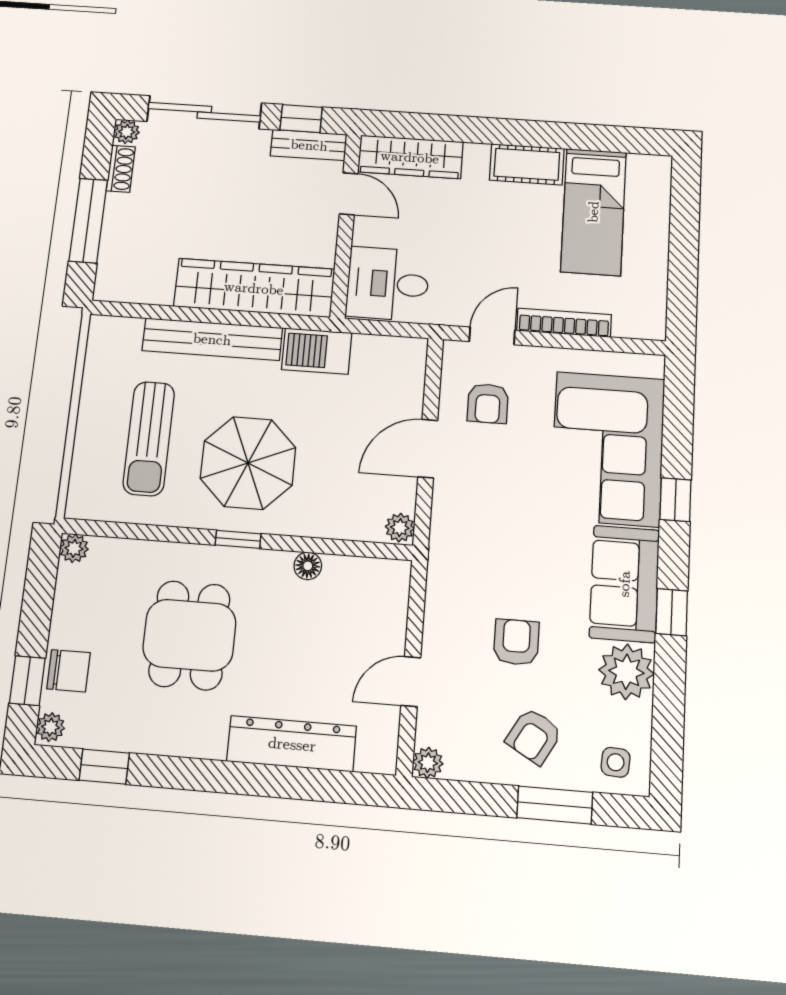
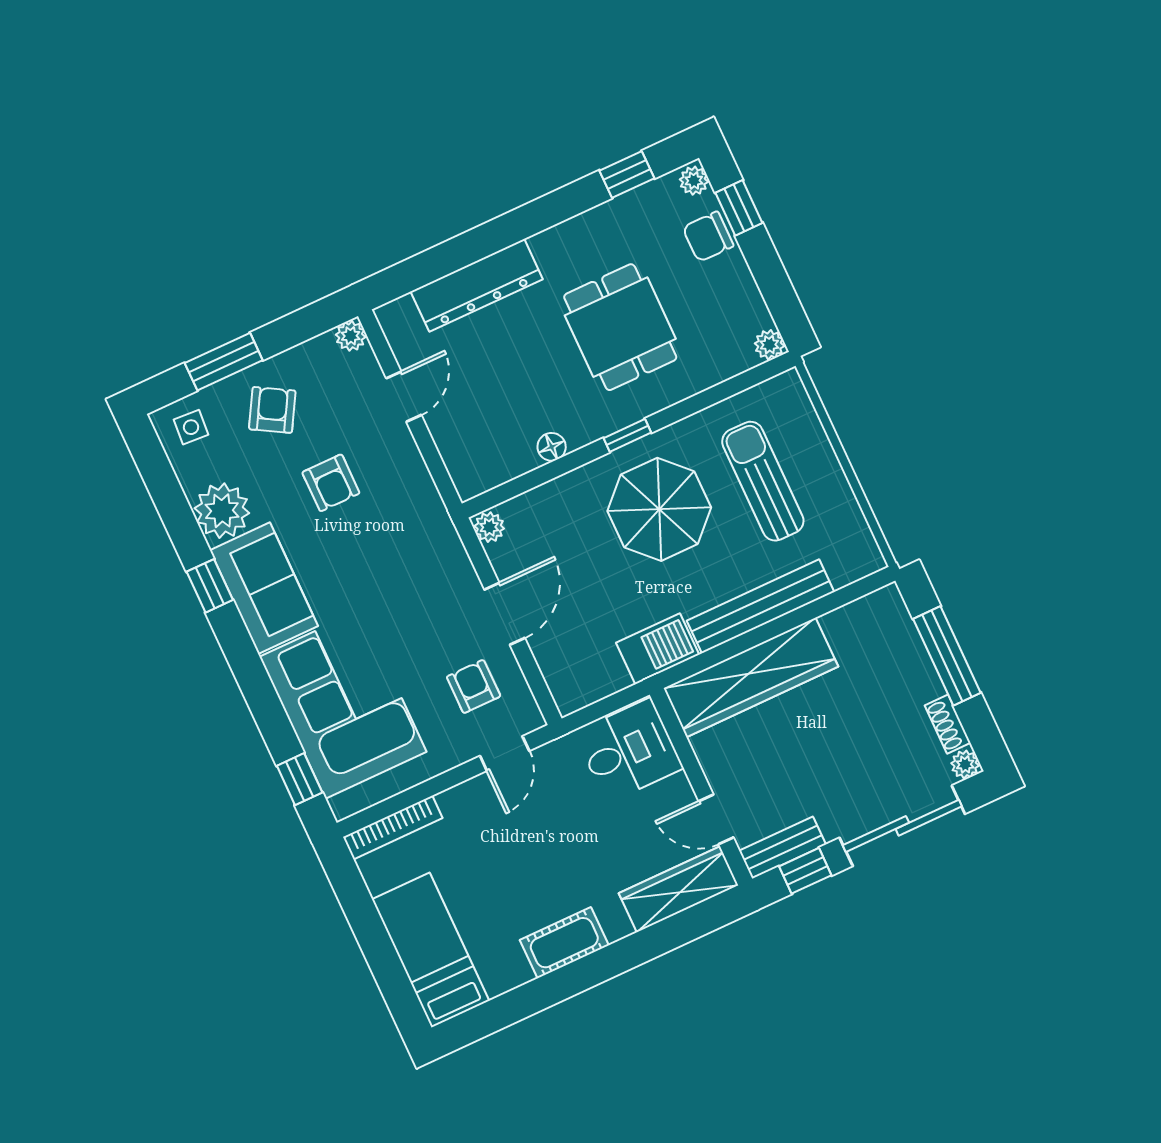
bed: (593, 212) -> (431, 950), moved
bookcase: (564, 323) -> (393, 828), moved
window: (675, 500) -> (300, 779), moved

